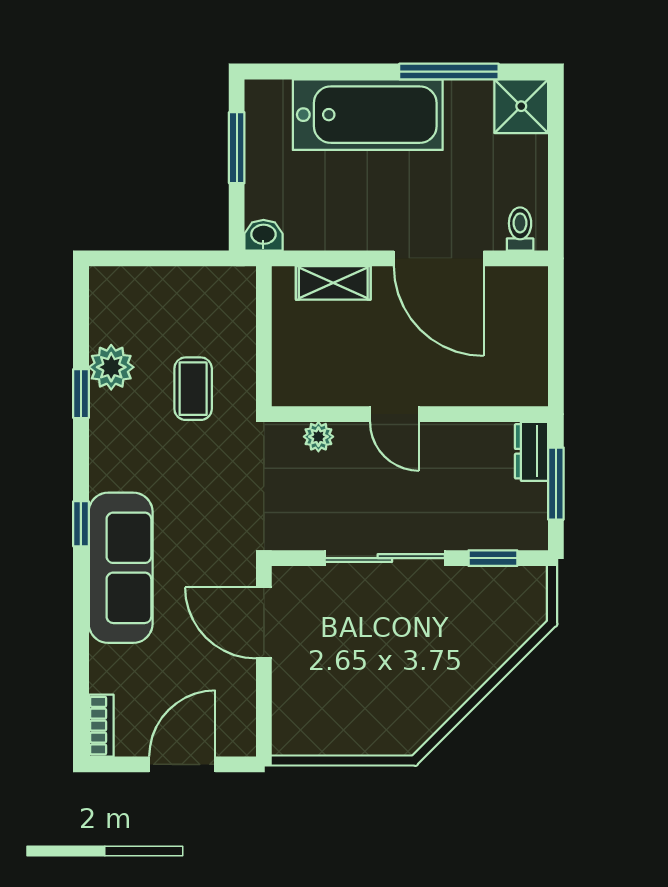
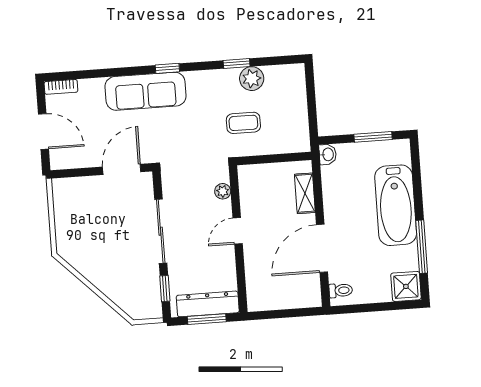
dresser: (532, 451) -> (208, 304), width x1.96, depth x1.24

